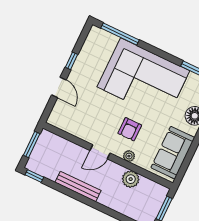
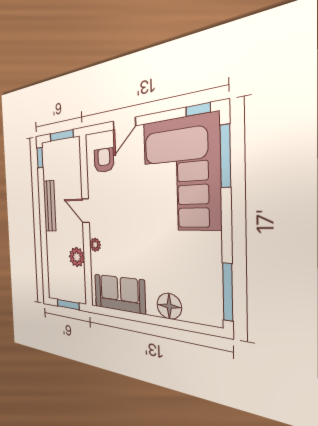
window: (71, 61) -> (198, 109), moved
corner sofa: (143, 79) -> (181, 174), moved
armchair: (130, 129) -> (104, 160), moved, turned 90

